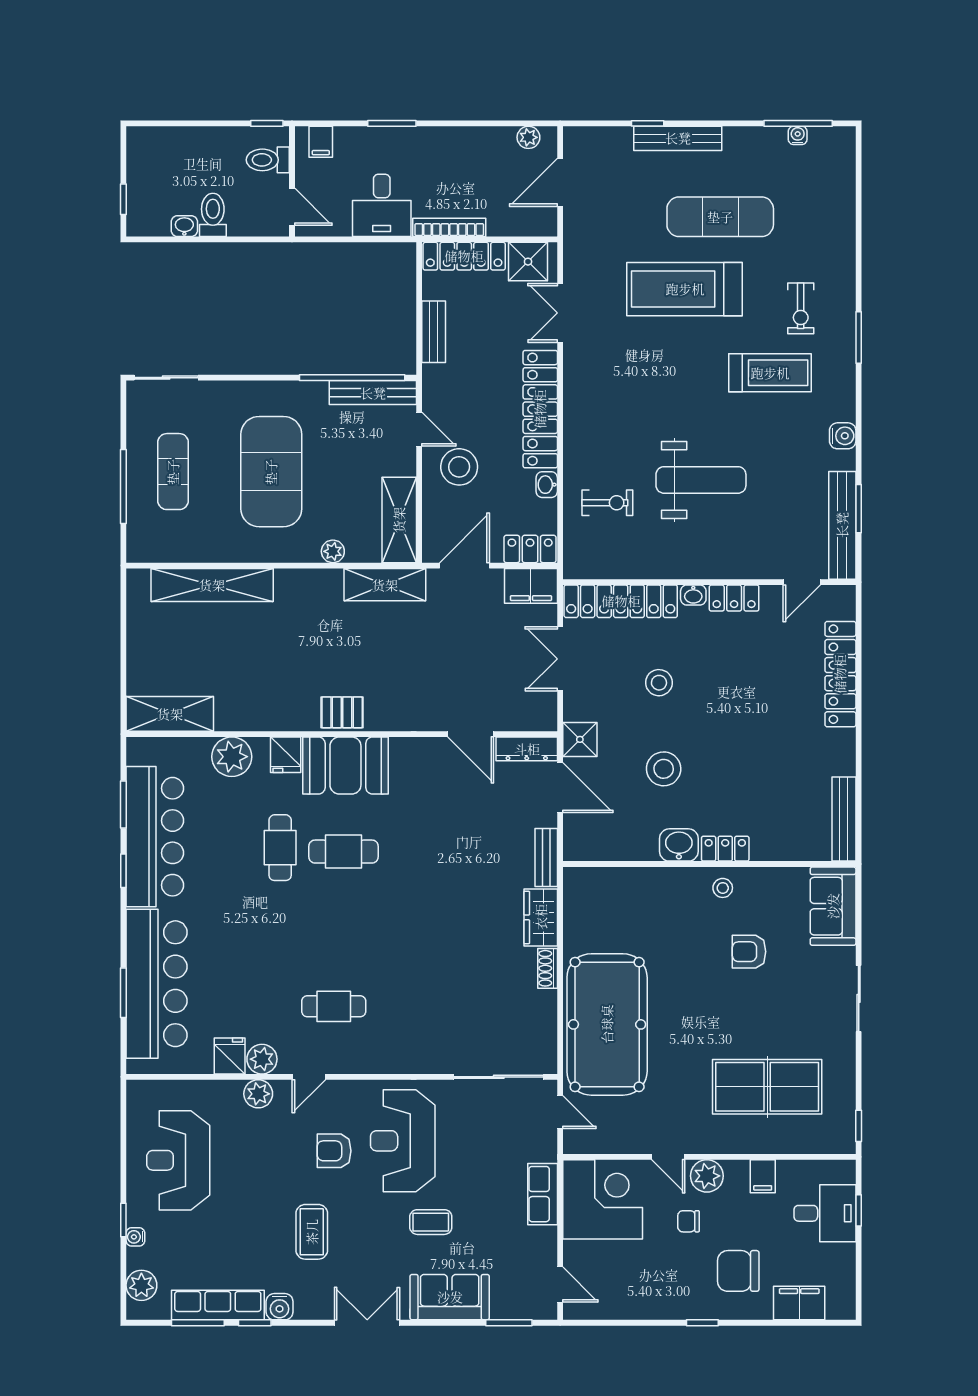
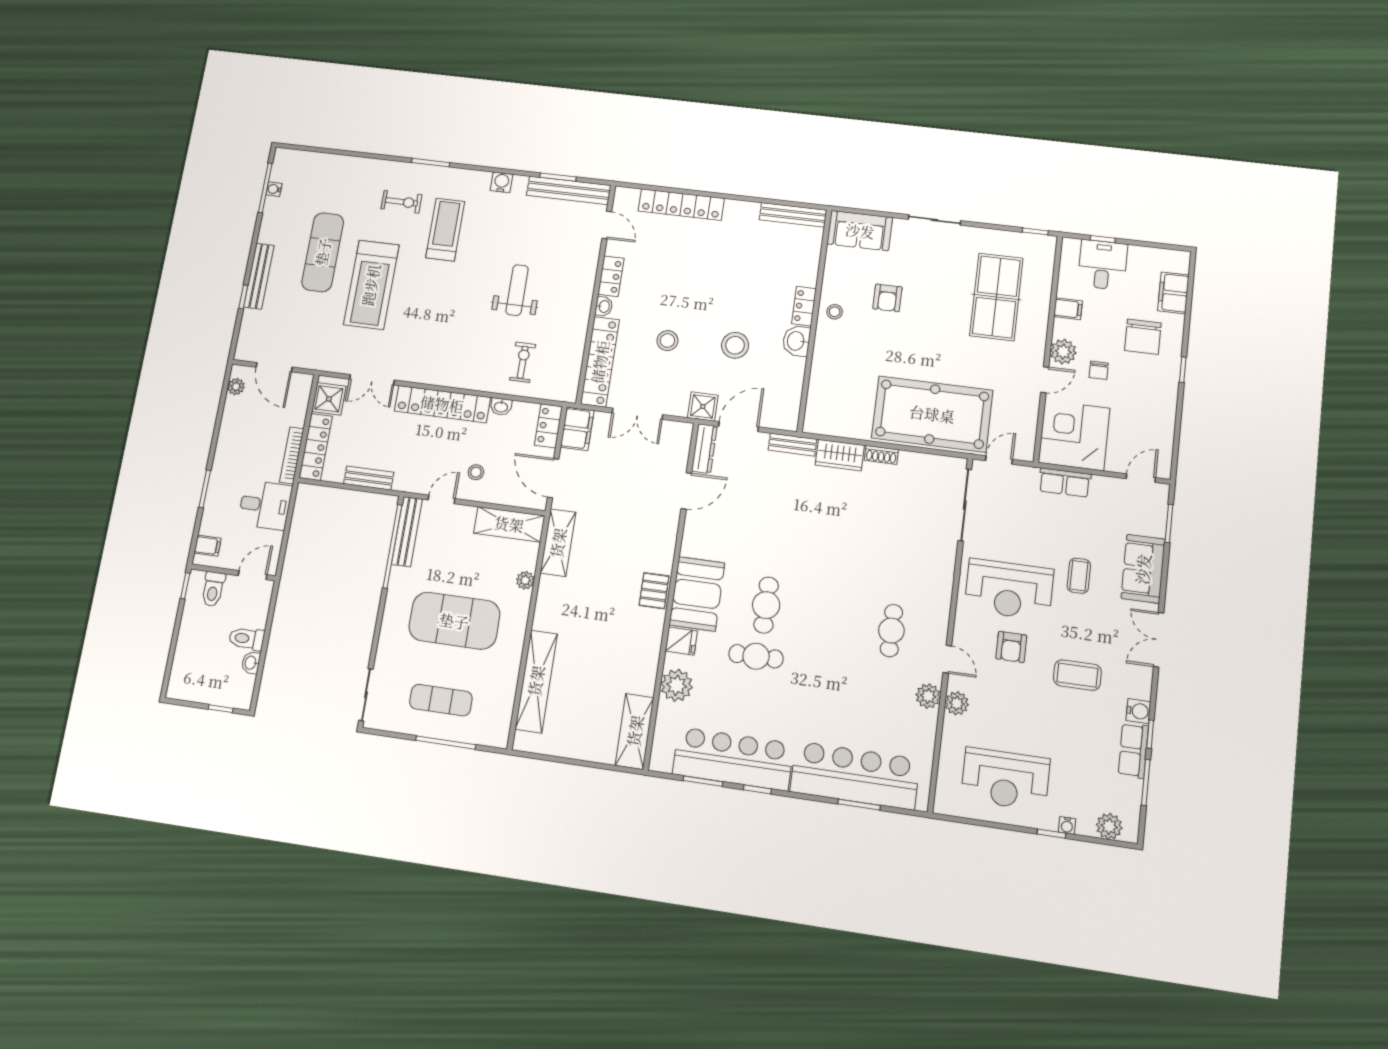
stool: (459, 467) -> (476, 472), width x0.53, depth x0.53
weight bench: (701, 480) -> (517, 290), width x0.73, depth x0.75
fridge: (230, 1056) -> (922, 723), removed
row of seats: (218, 1305) -> (1133, 751), width x0.68

